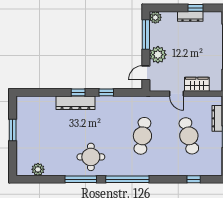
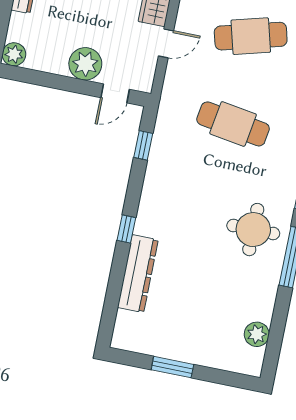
window: (146, 34) -> (43, 79), removed
door: (146, 73) -> (115, 93), hinge flipped
window: (106, 92) -> (143, 145), moved
dresser: (75, 103) -> (138, 274), moved

